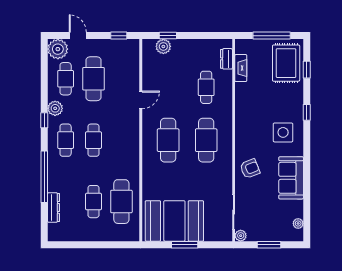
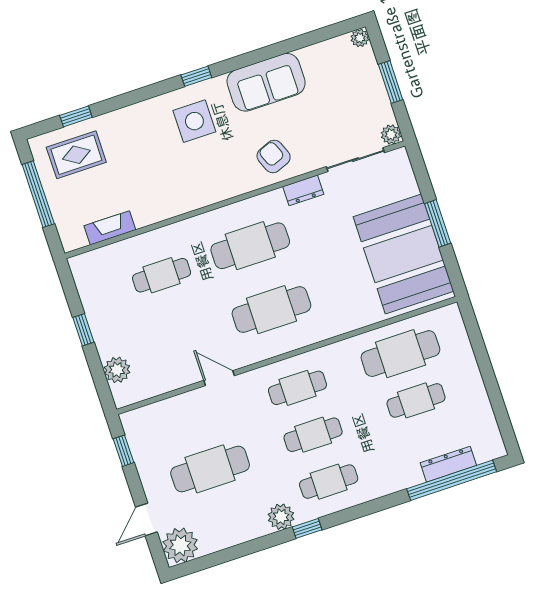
window: (168, 36) -> (83, 330), moved
dresser: (226, 59) -> (303, 190), moved
rug: (286, 63) -> (76, 155), width x0.73, depth x0.70
cafe table: (66, 79) -> (297, 388), moved
window: (307, 112) -> (196, 76), moved
window: (44, 177) -> (452, 480), moved
plant: (298, 223) -> (360, 38), moved

